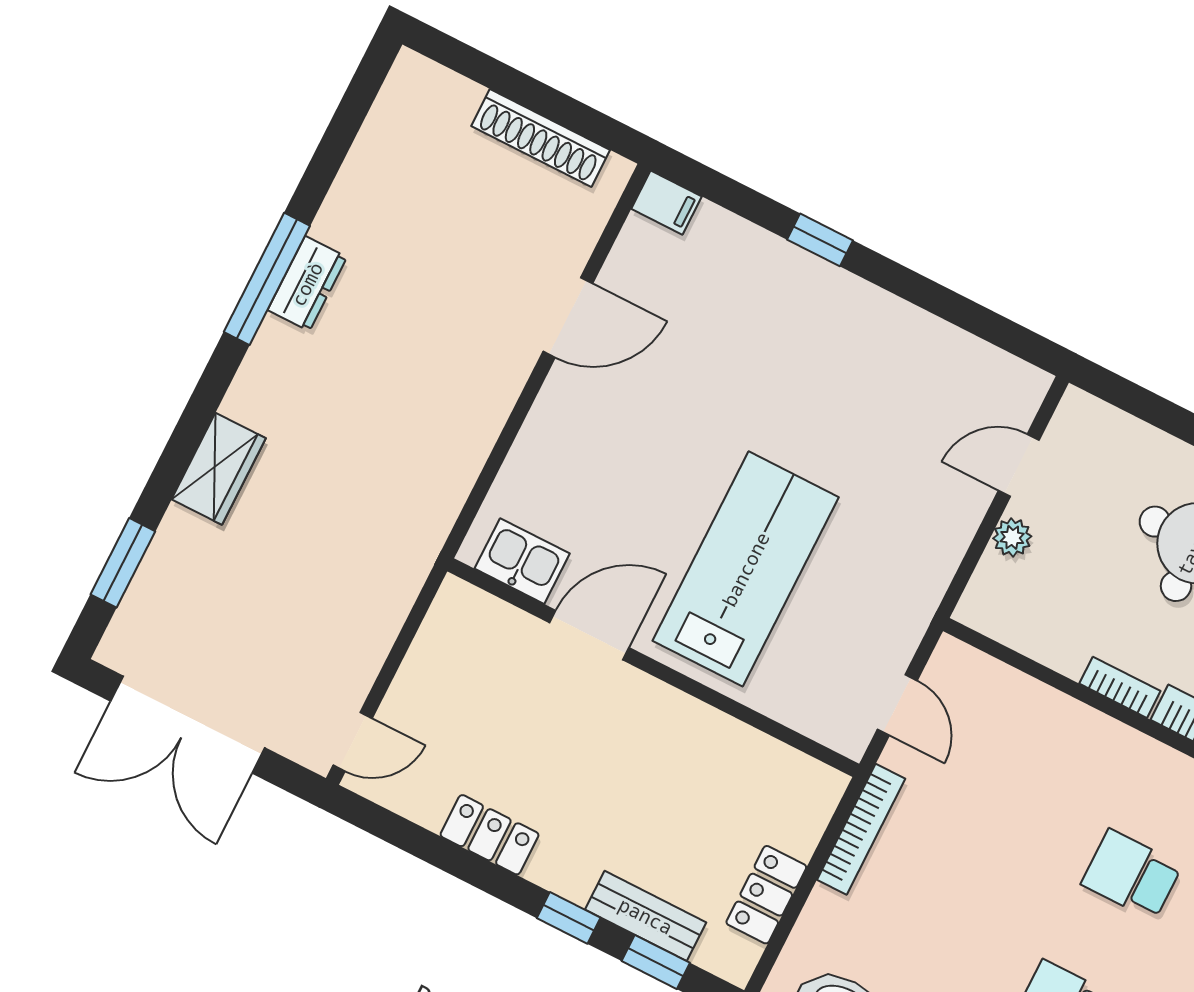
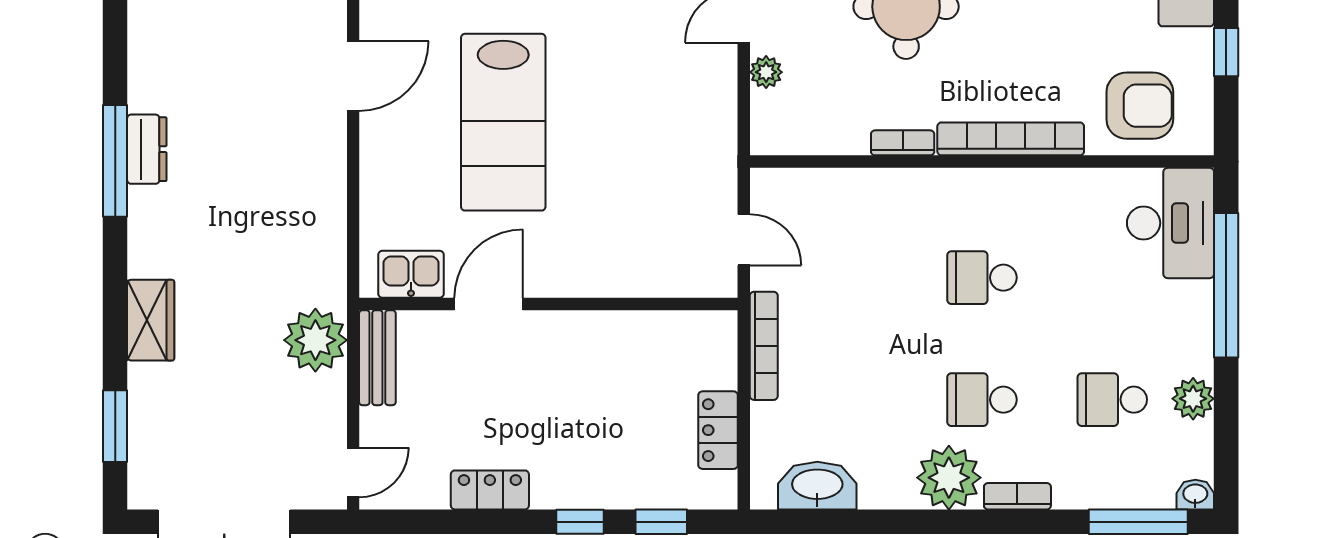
lab bench: (746, 569) -> (503, 122), moved, turned 180
plant: (384, 580) -> (315, 340), added
bench: (646, 916) -> (377, 358), moved, turned 90

